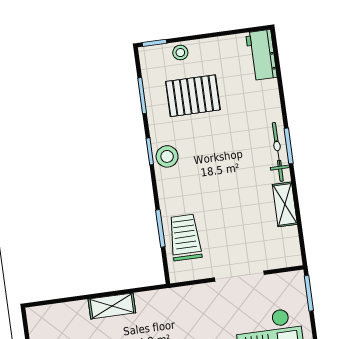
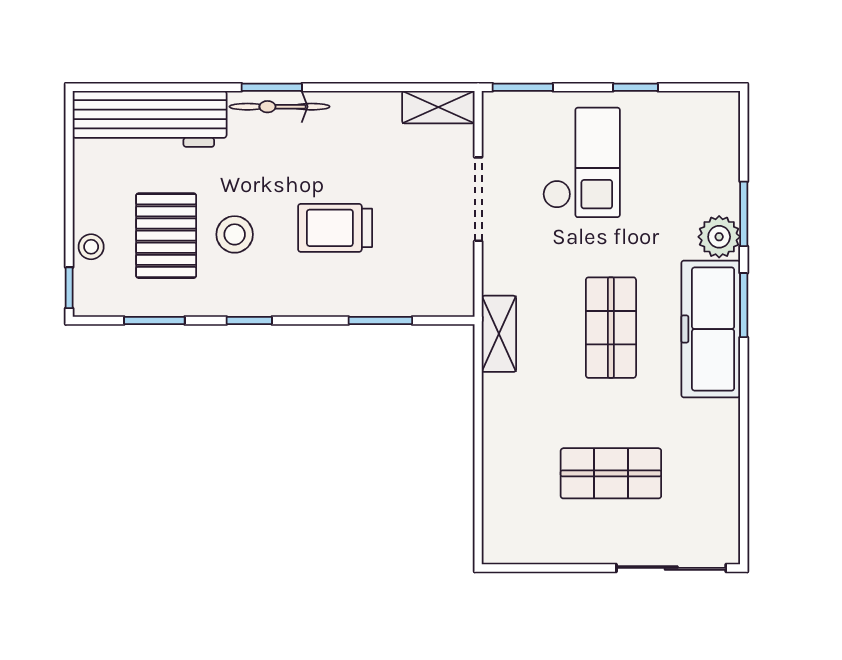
workbench: (261, 55) -> (150, 119), width x1.87, depth x1.32
stool: (167, 156) -> (235, 234), moved
shelving: (285, 204) -> (438, 107), moved
trolley: (185, 237) -> (335, 228), moved
shelving: (112, 306) -> (499, 334), moved

